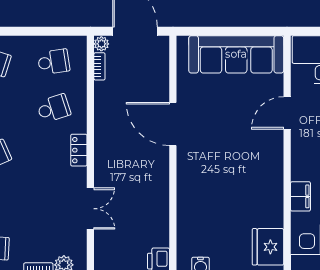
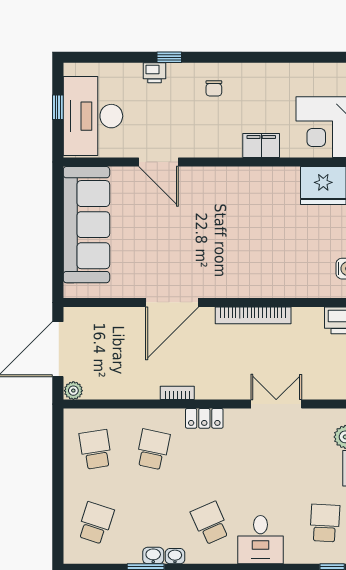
bookcase: (99, 66) -> (177, 393), moved
school desk: (54, 108) -> (153, 449), turned 30
bookcase: (162, 190) -> (253, 315), added

